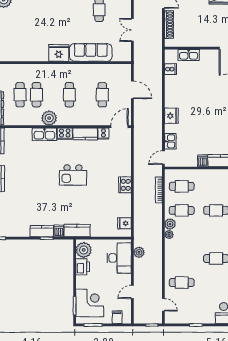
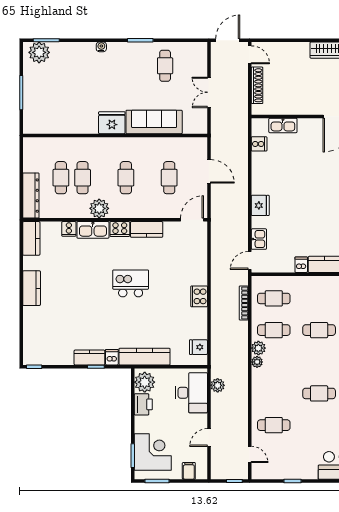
cooker: (103, 134) -> (69, 229), moved
kitchen island: (73, 175) -> (131, 283), turned 180
kitchen counter: (77, 231) -> (144, 357), width x1.50

